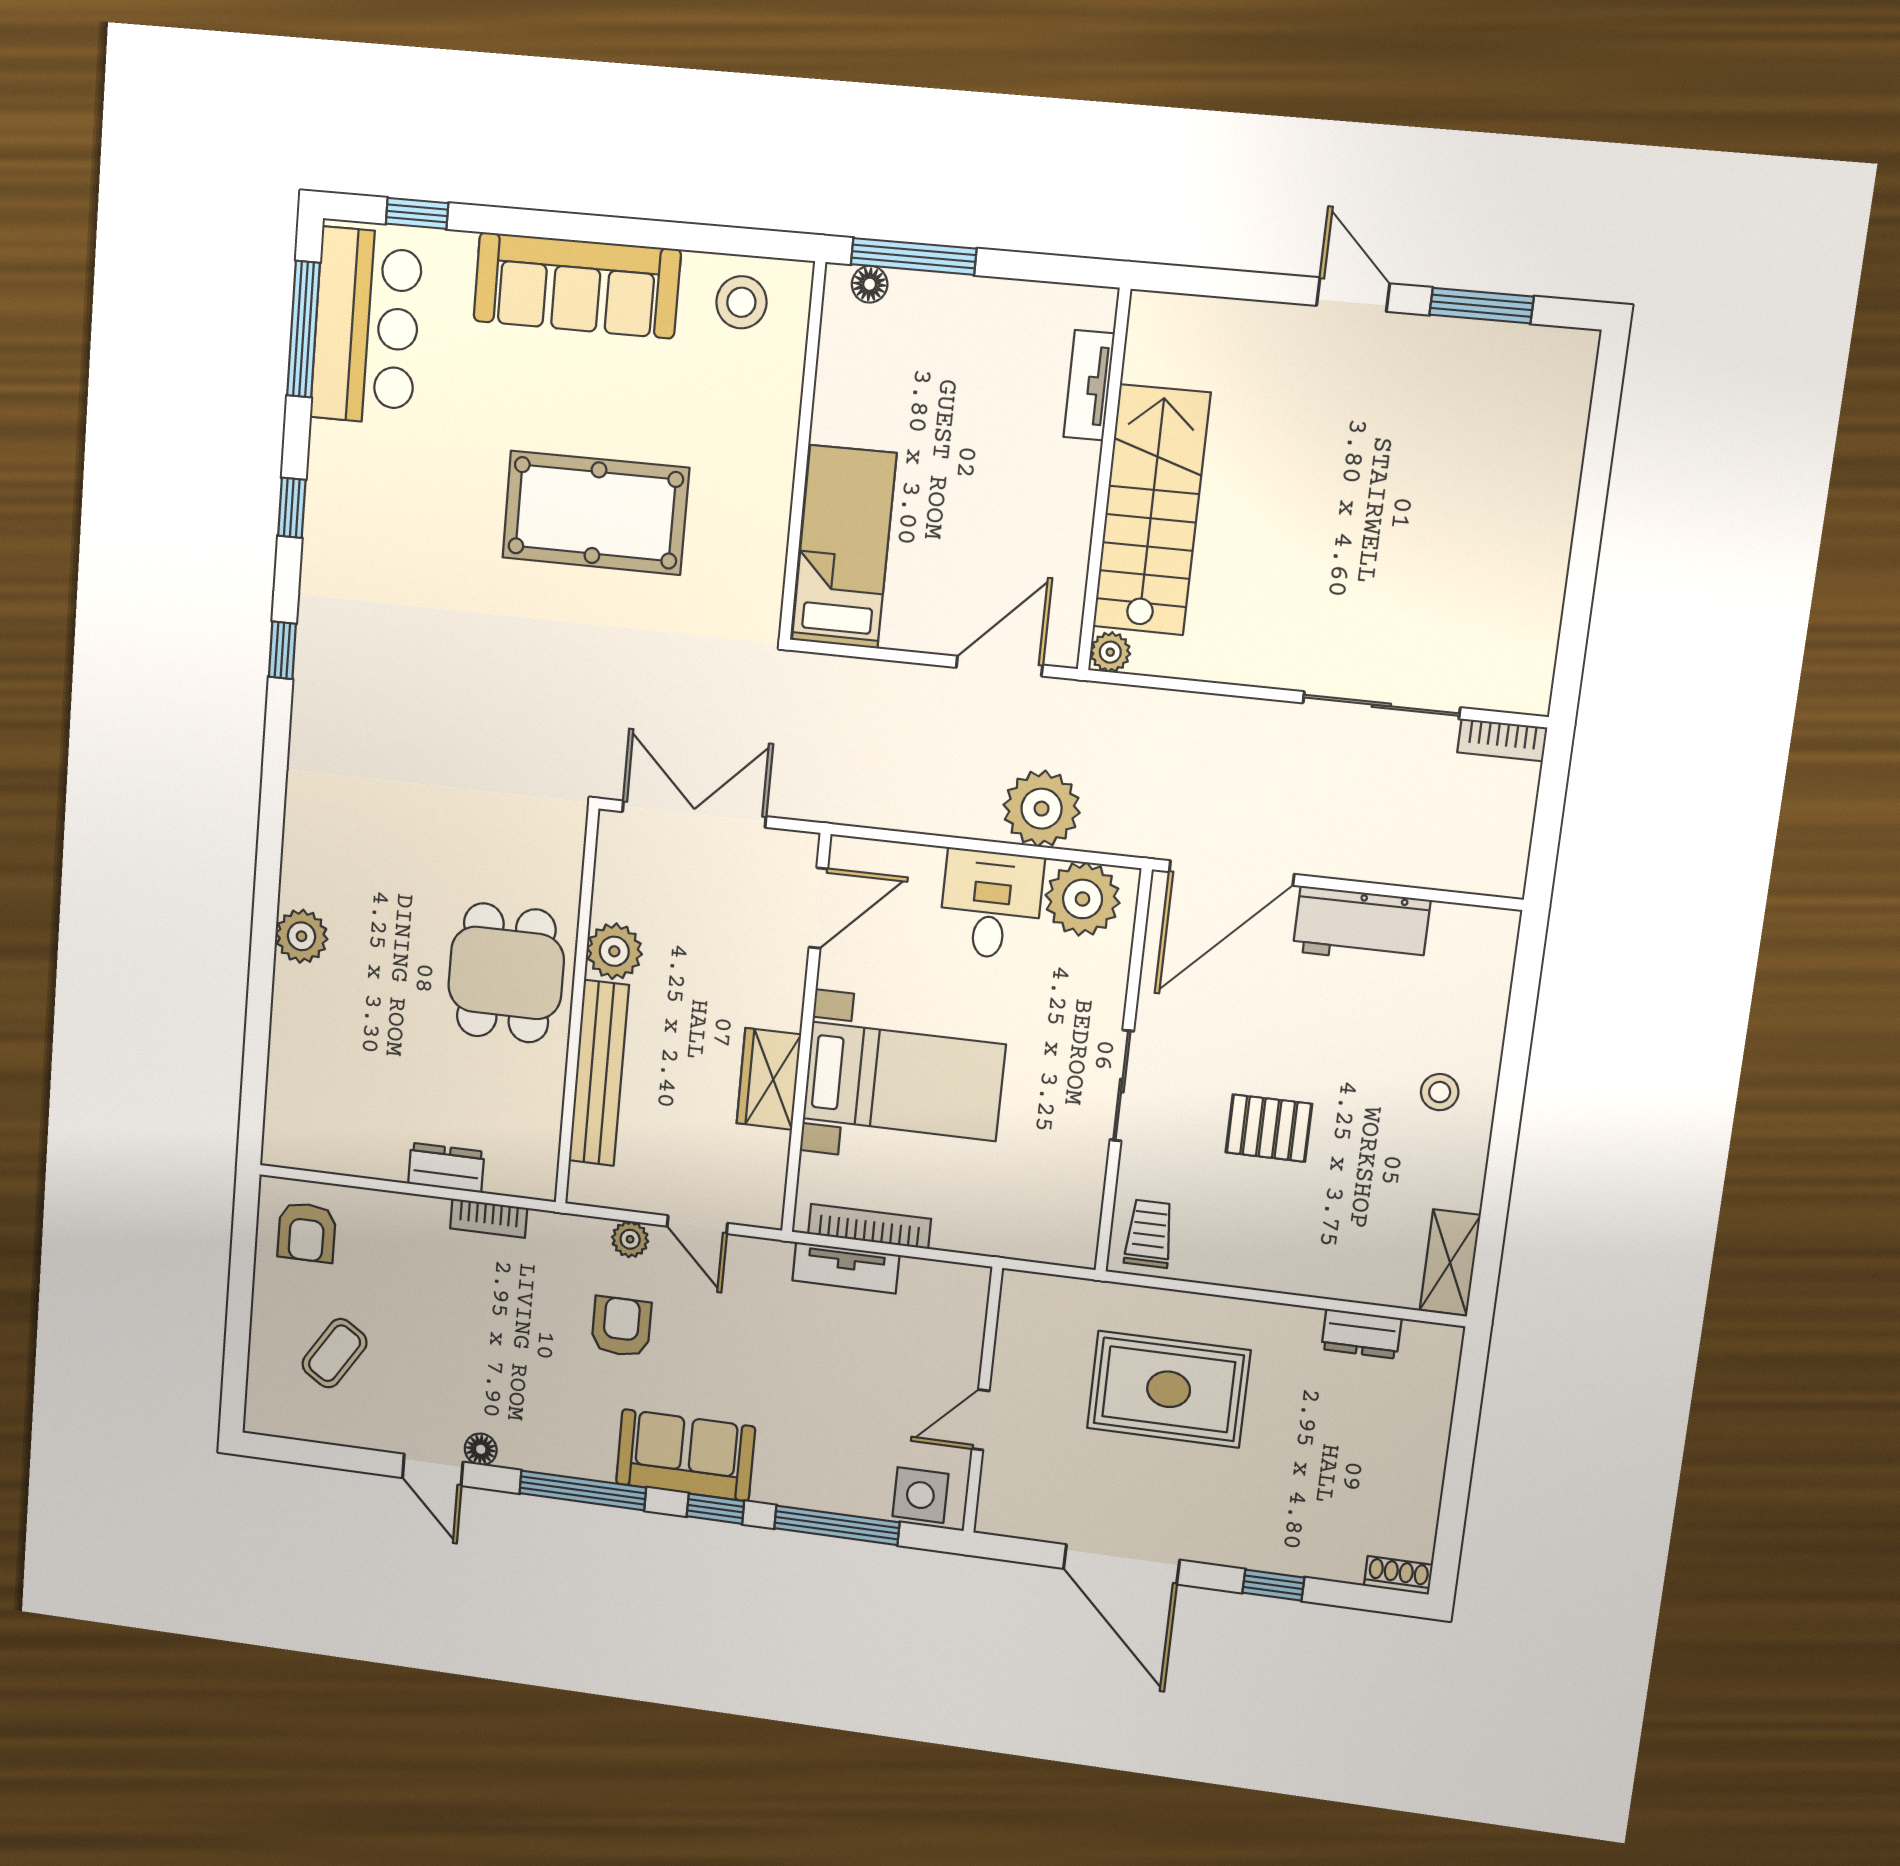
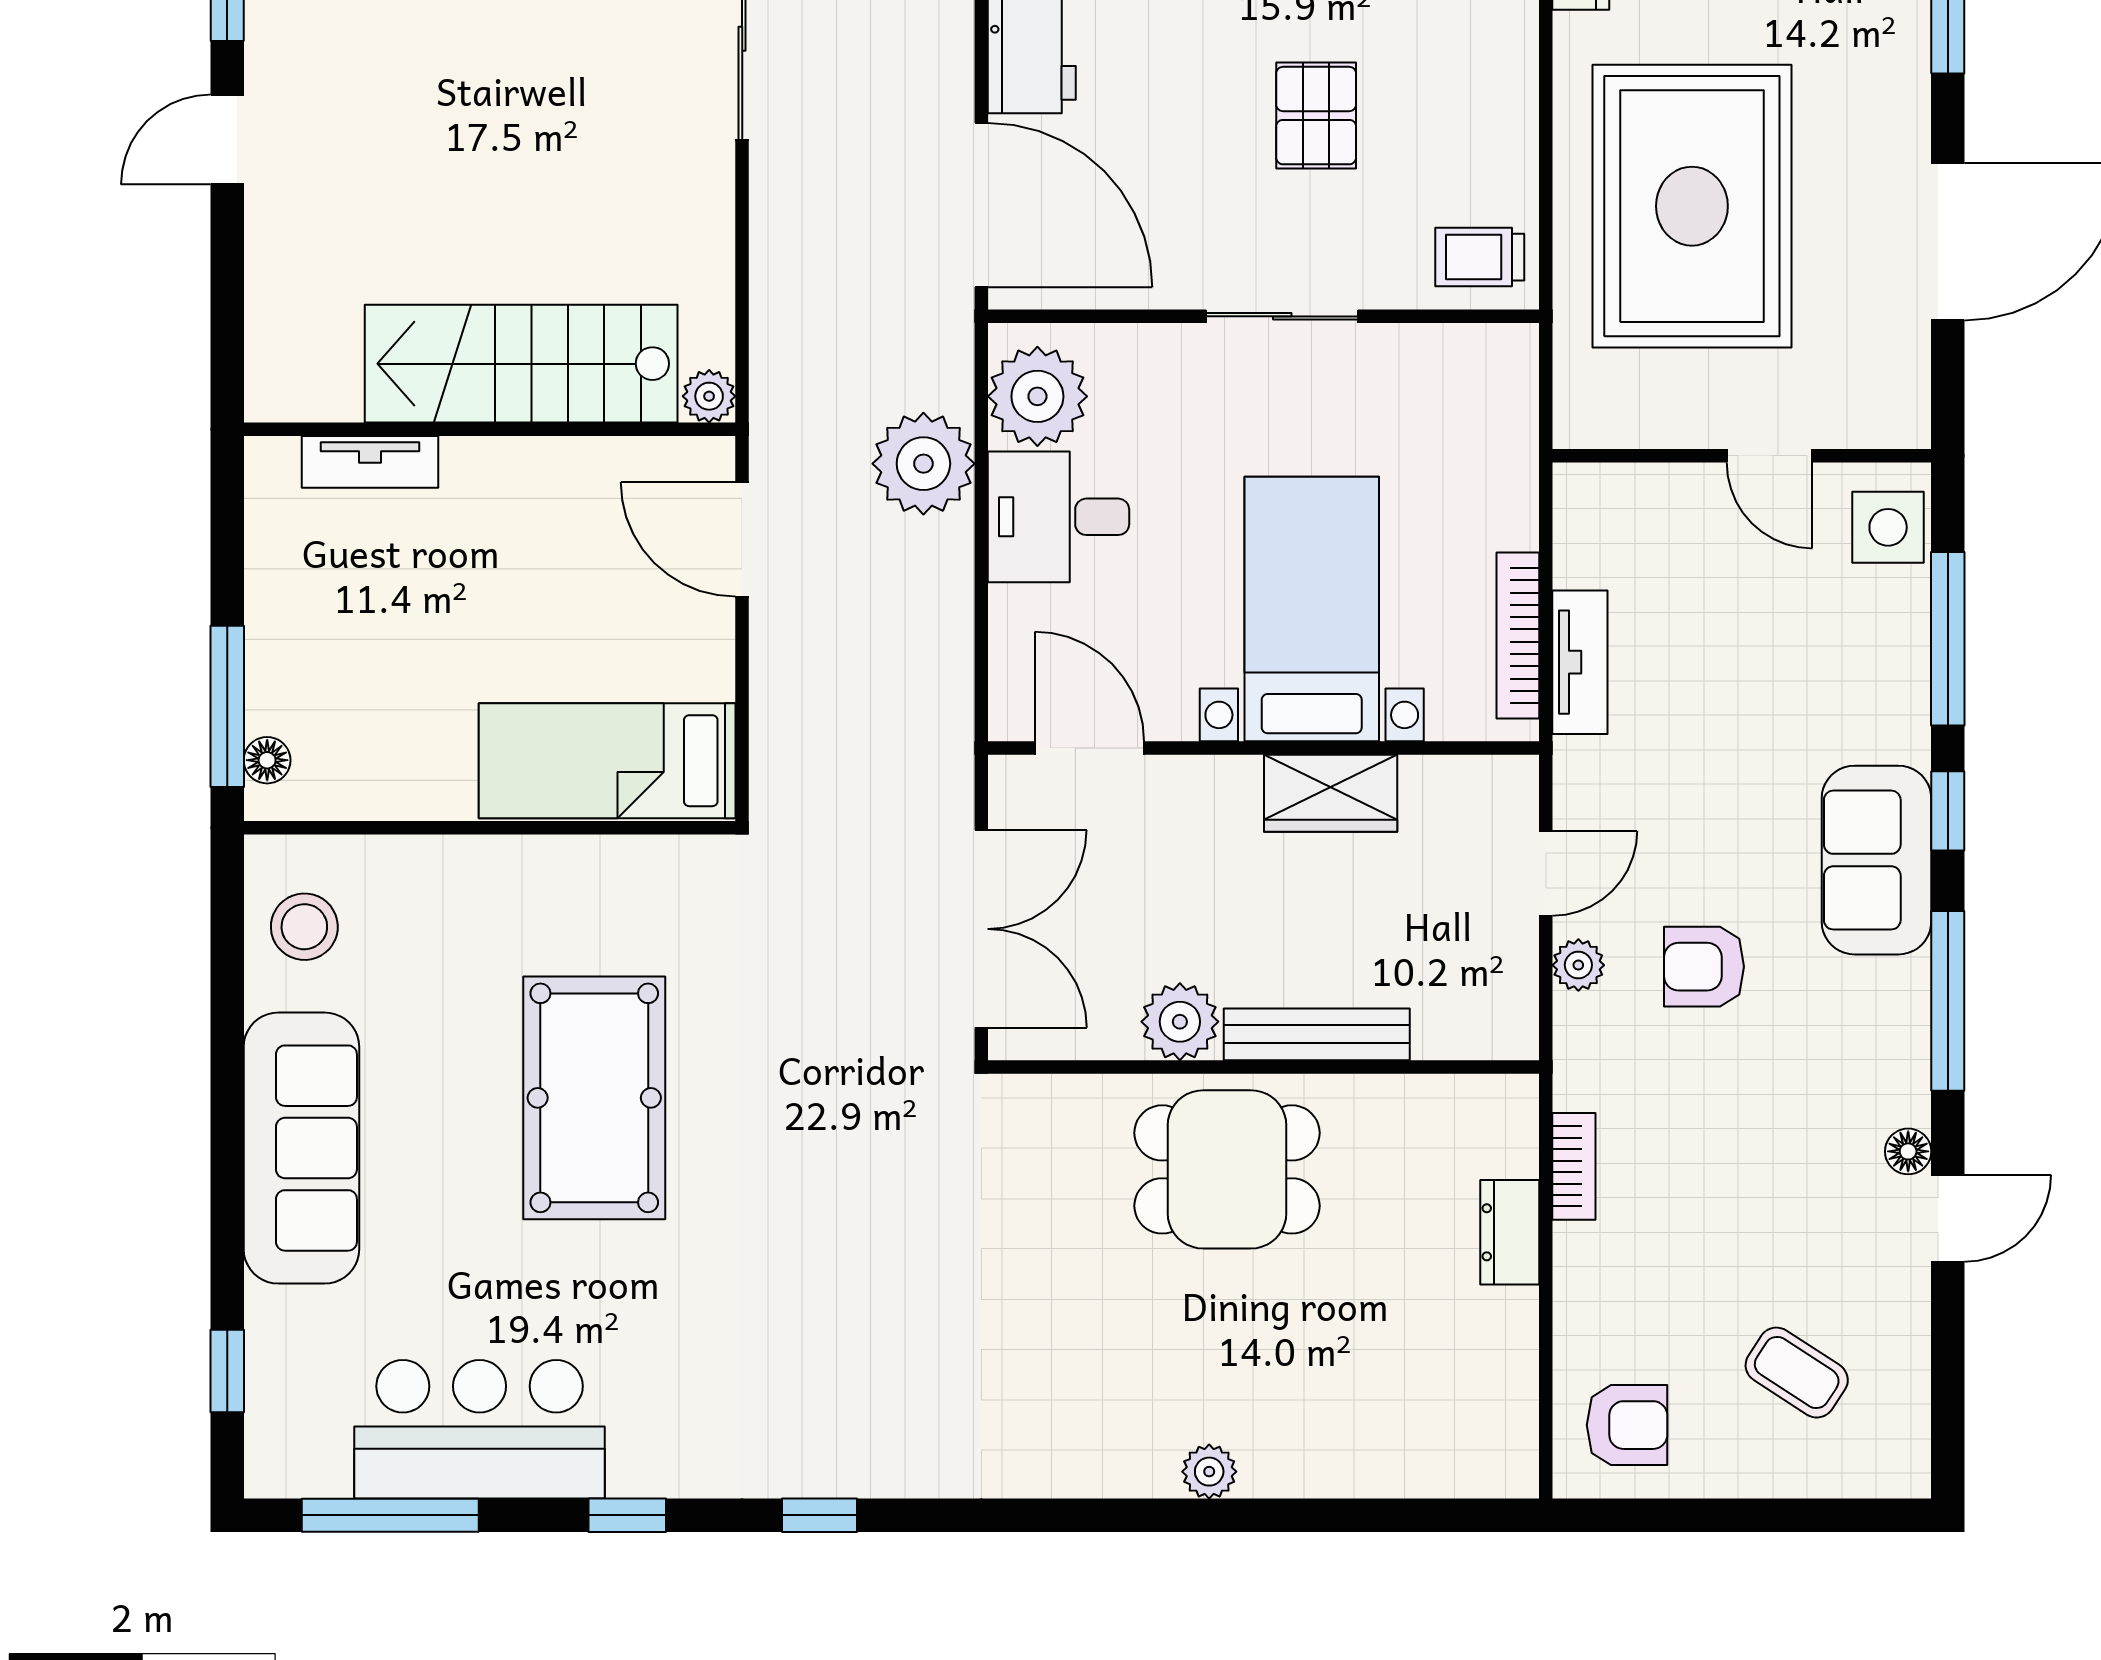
bar counter: (366, 326) -> (480, 1429), moved
double door: (694, 814) -> (981, 929), swing flipped
plant: (301, 936) -> (1209, 1472), width x0.73, depth x0.73
bench: (599, 1073) -> (1317, 1034), width x0.73, depth x0.82
rug: (1169, 1389) -> (1692, 206), width x1.37, depth x1.44

